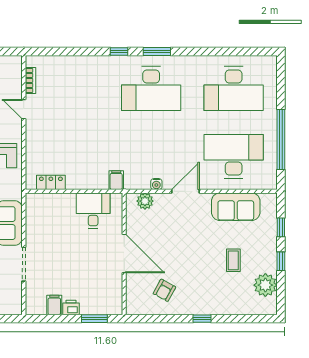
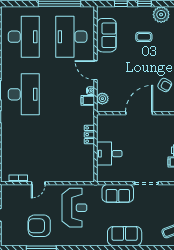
filing cabinet: (116, 180) -> (88, 100), moved
locker: (51, 182) -> (89, 135), moved
desk: (93, 211) -> (109, 154), moved

